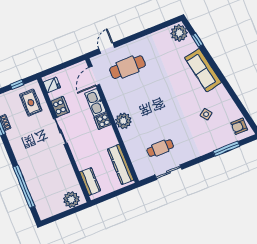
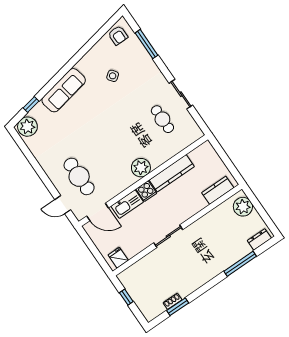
rug: (31, 103) -> (143, 277), removed
cooker: (60, 107) -> (141, 243), removed
kitchen counter: (121, 165) -> (172, 173), moved
sliding door: (168, 172) -> (181, 94), moved
window: (24, 187) -> (240, 264), width x0.68
dresser: (41, 207) -> (259, 239), added

